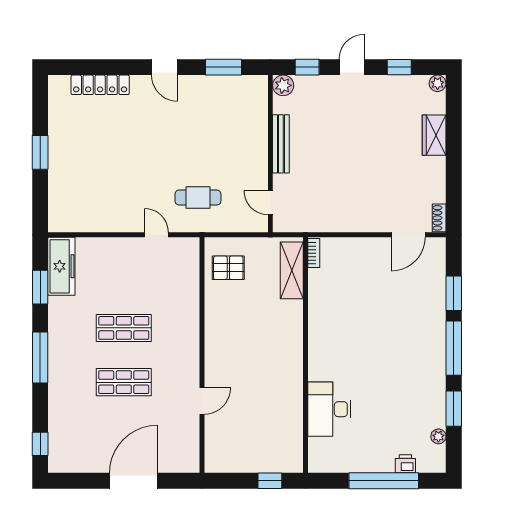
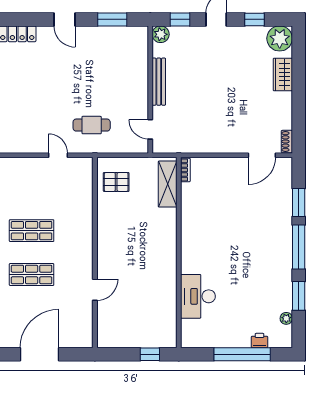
plant: (438, 83) -> (280, 38), width x1.88, depth x1.88

